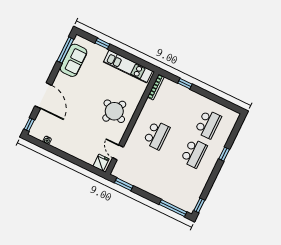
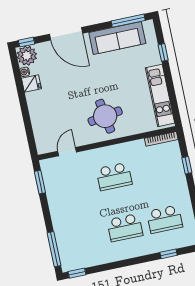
sofa: (74, 60) -> (117, 38), width x1.36
door: (43, 96) -> (66, 34), hinge flipped
round table: (114, 111) -> (105, 116), turned -33
plant: (38, 131) -> (27, 56), added
window: (224, 154) -> (169, 254), moved
fridge: (101, 163) -> (31, 83), moved

